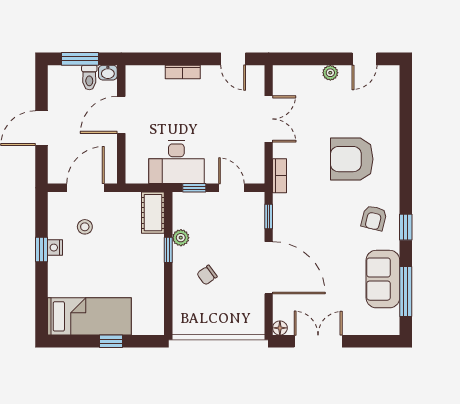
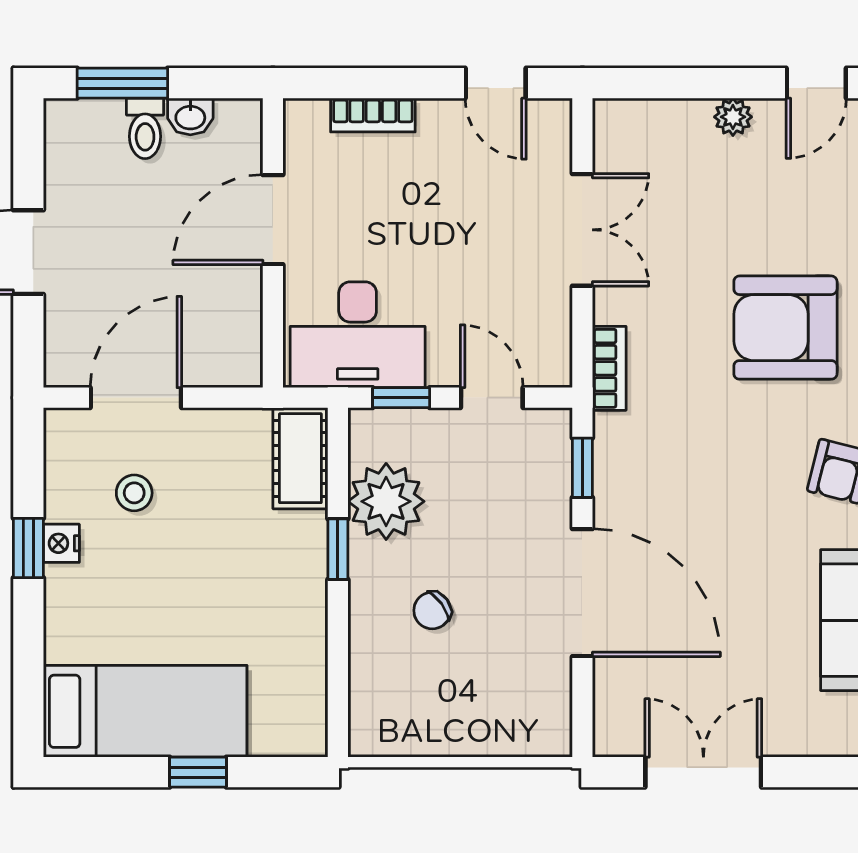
door: (121, 115) -> (273, 220), moved
wall: (121, 124) -> (273, 243), moved
plant: (181, 238) -> (386, 501), width x1.88, depth x1.88
floor lamp: (280, 328) -> (610, 740), removed

